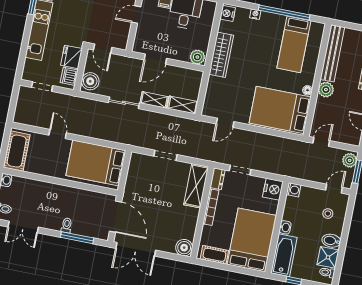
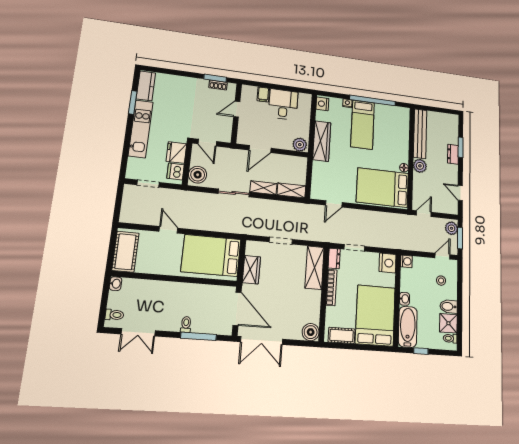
bed: (294, 44) -> (363, 125), moved
wardrobe: (133, 181) -> (251, 270), added

